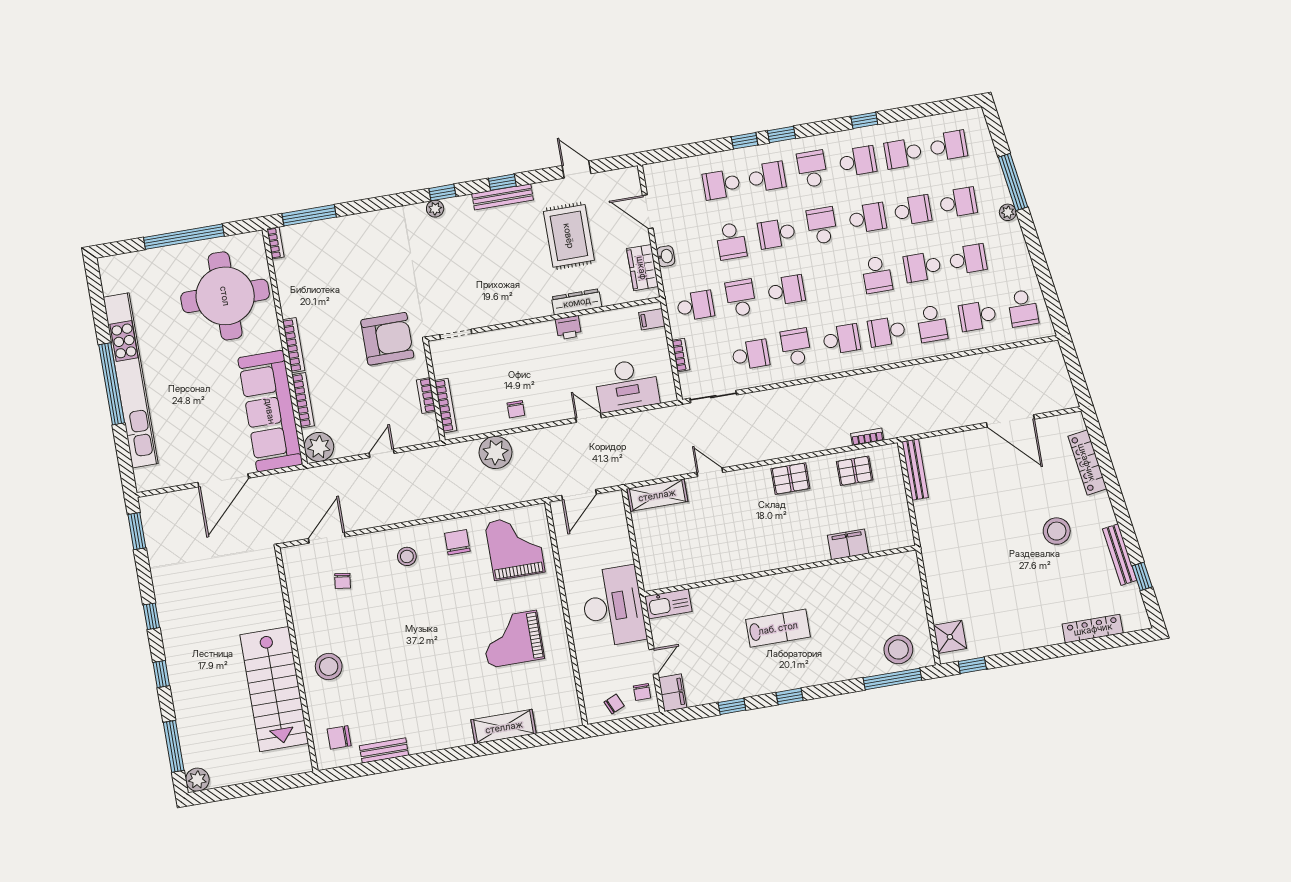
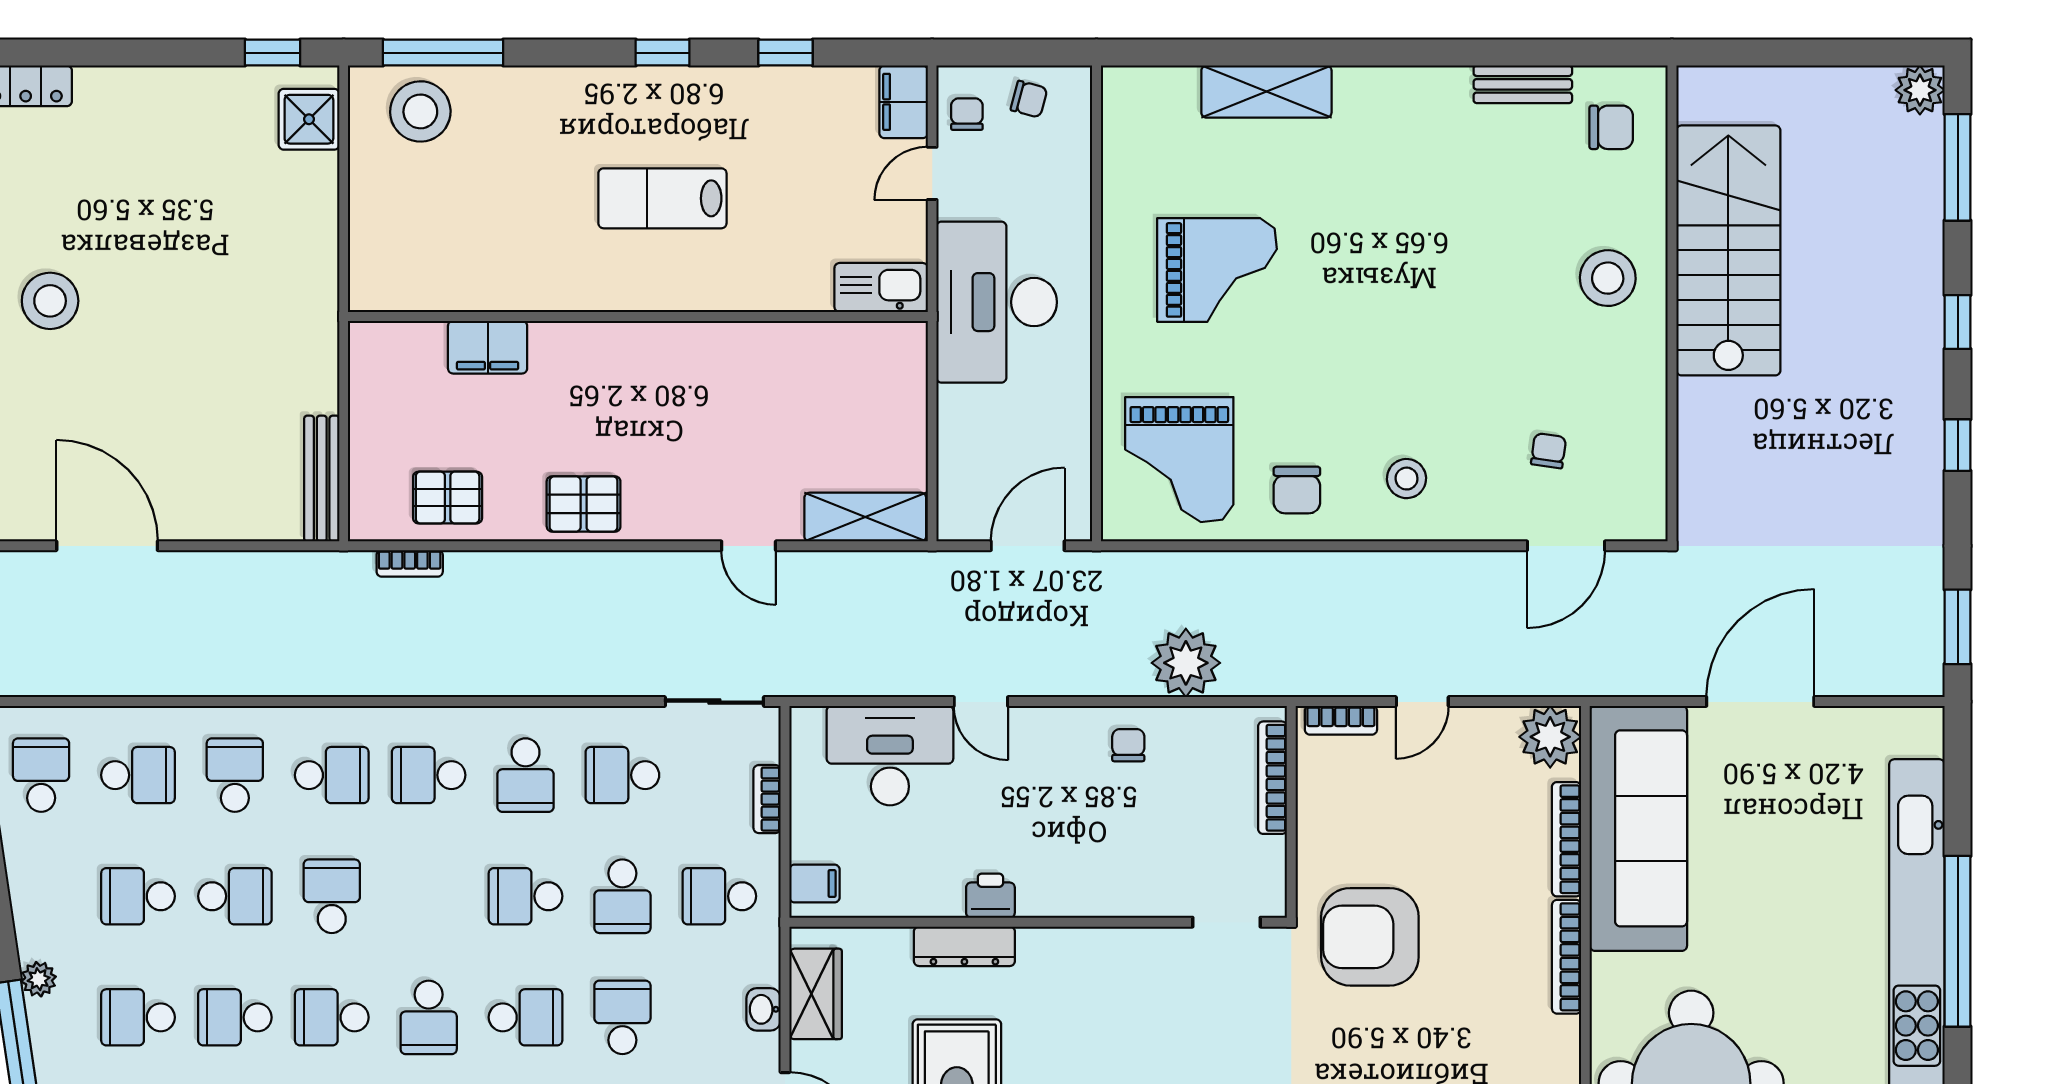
bookcase: (426, 396) -> (1341, 720), moved, turned 90
chair: (614, 704) -> (1029, 99), turned -141

